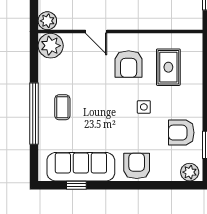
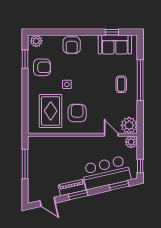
door: (96, 32) -> (111, 135), moved
rug: (168, 67) -> (51, 111), width x1.36, depth x1.43
sofa: (81, 167) -> (115, 45), width x0.73

